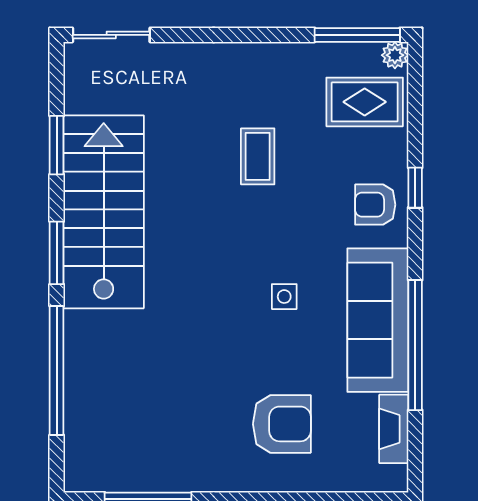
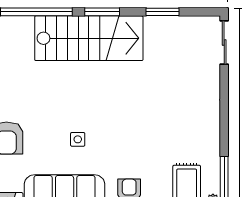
coffee table: (258, 156) -> (156, 124), removed
stairs: (104, 212) -> (89, 38), moved

